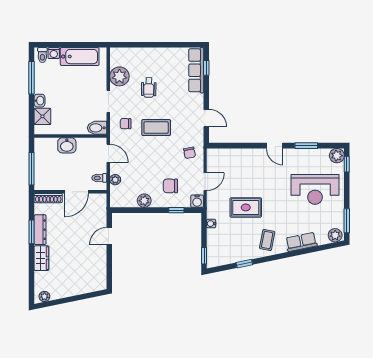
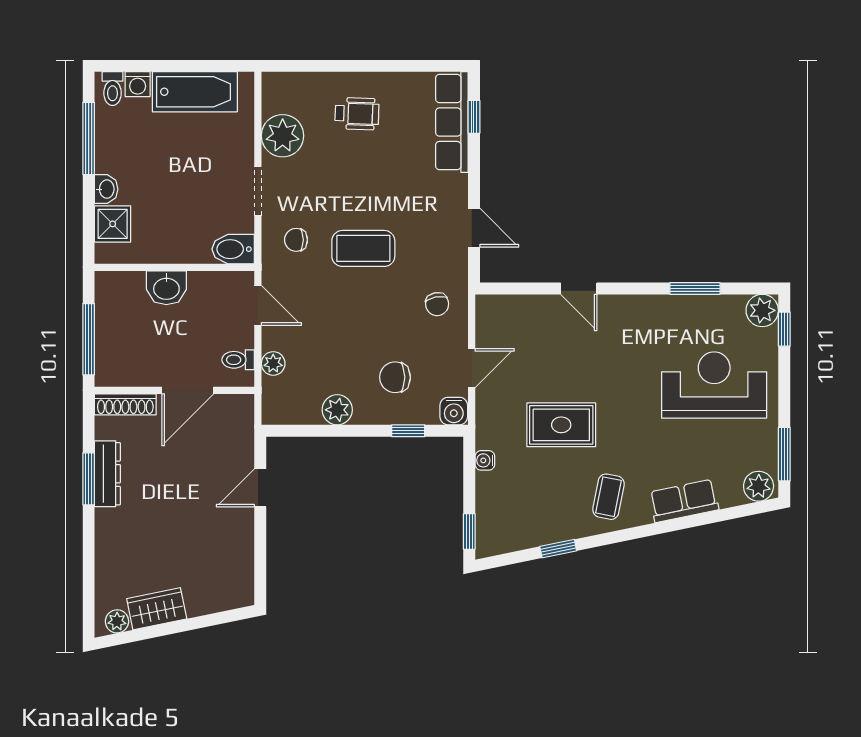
wheelchair: (149, 88) -> (357, 114), moved, turned -89
door: (275, 146) -> (579, 288), moved
reception desk: (315, 189) -> (714, 385), turned 180
wardrobe: (41, 258) -> (157, 609), moved, turned -102

